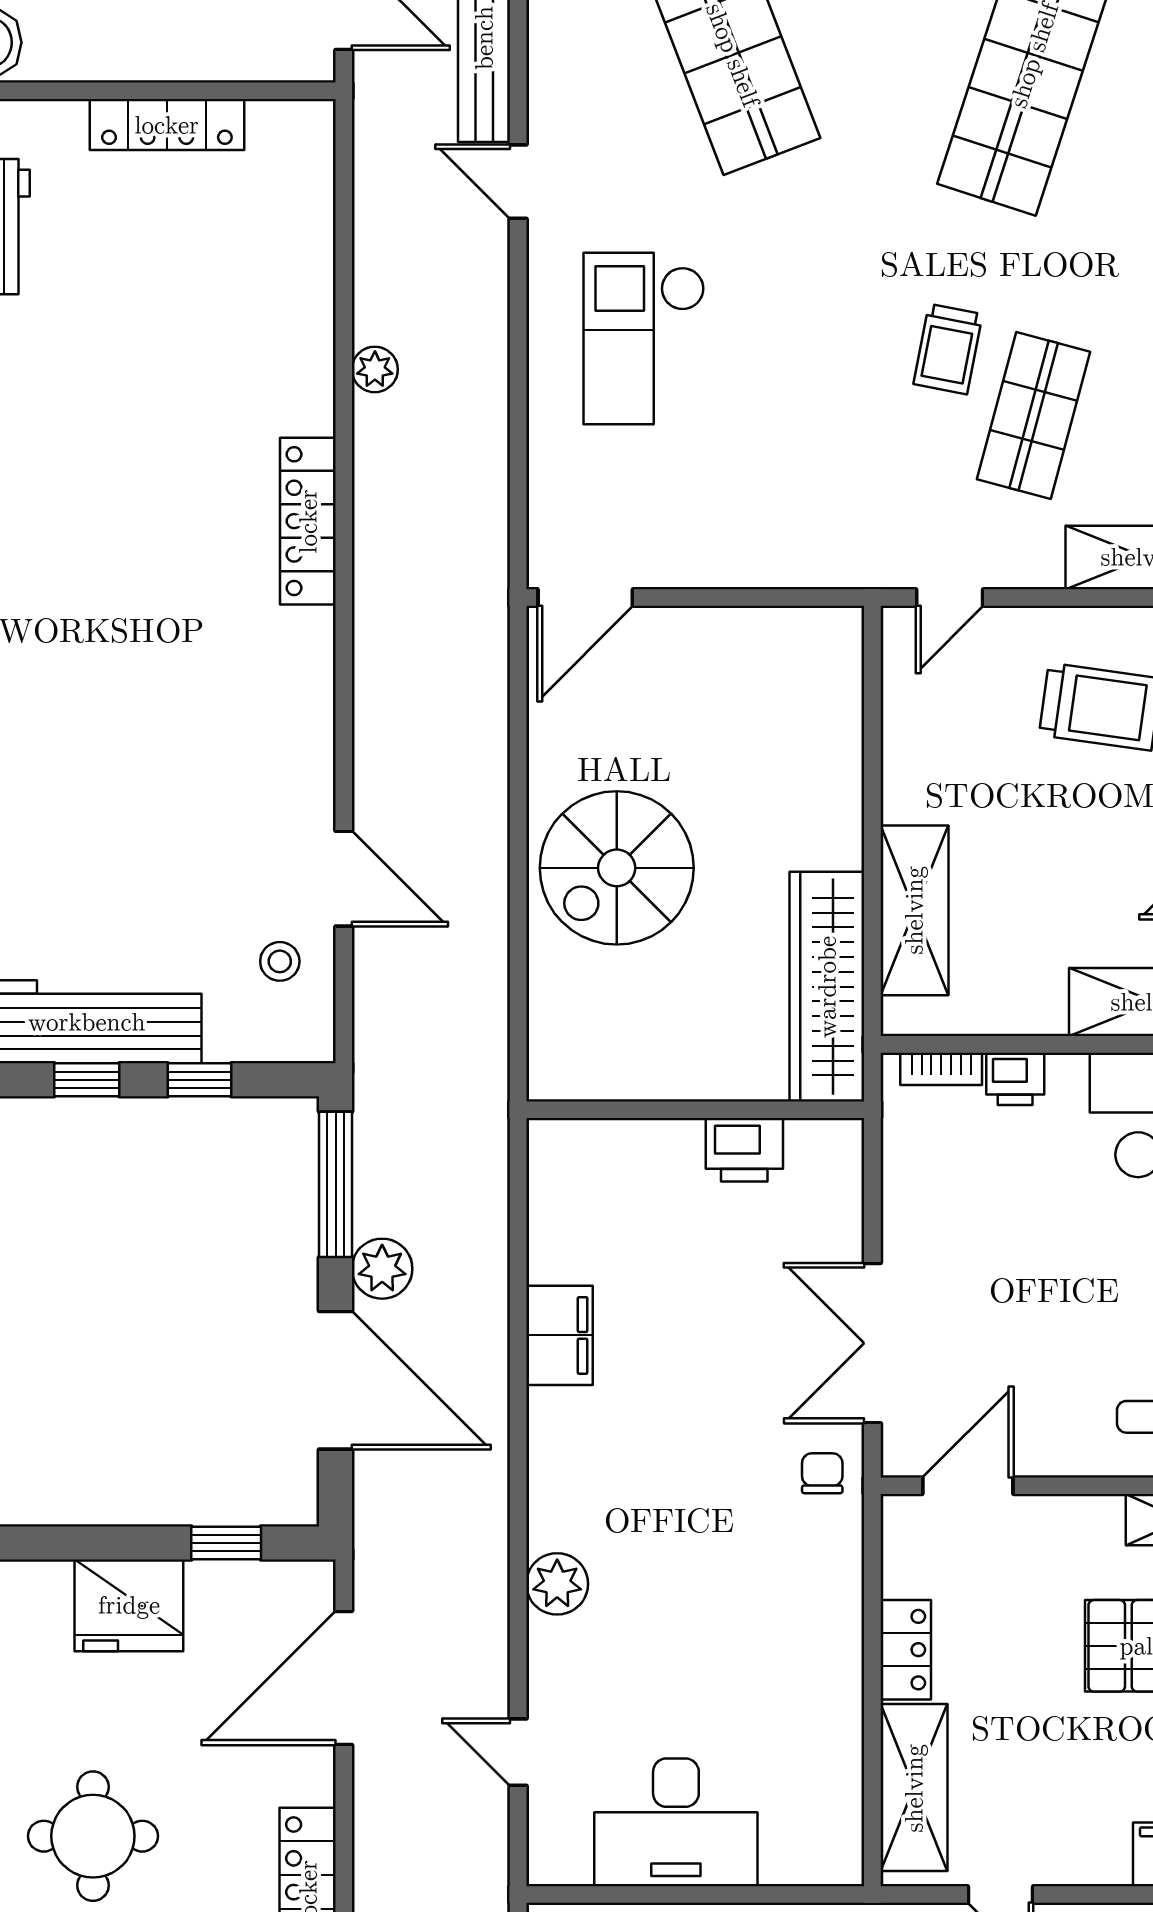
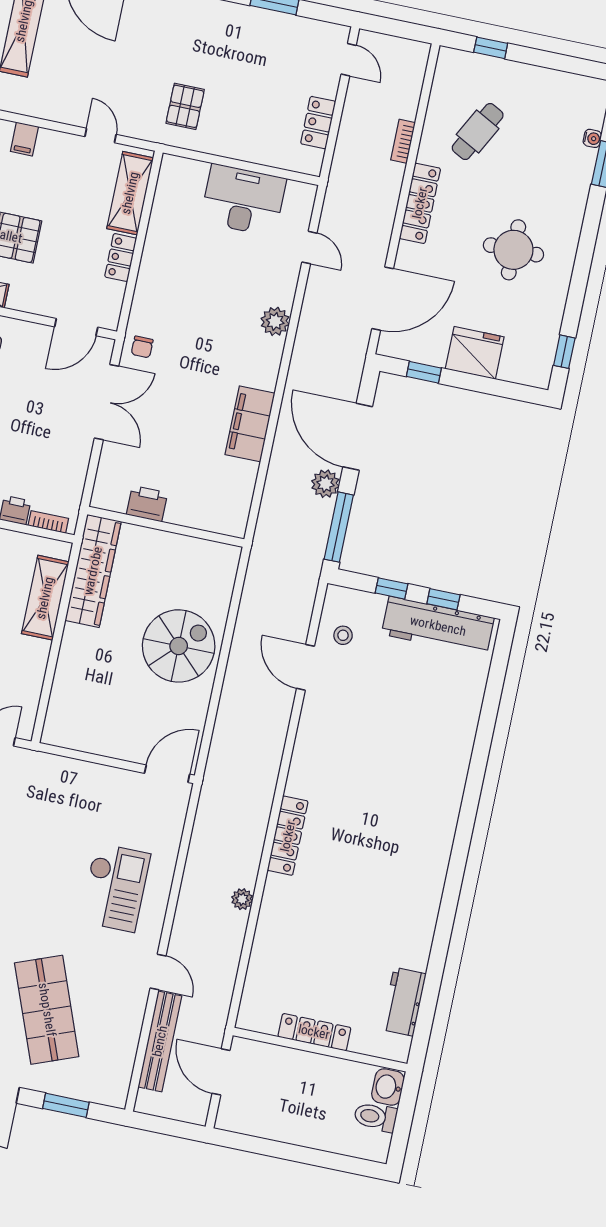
filing cabinet: (559, 1335) -> (250, 424), width x1.50, depth x1.17

